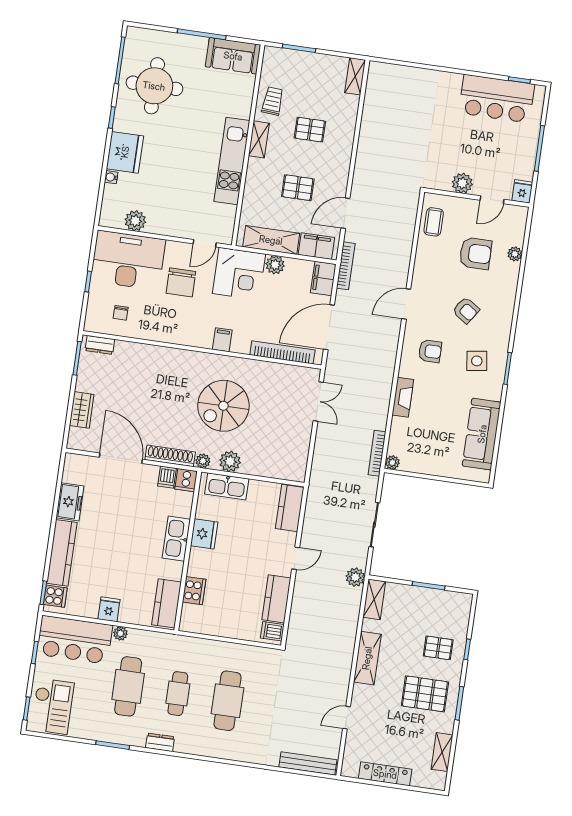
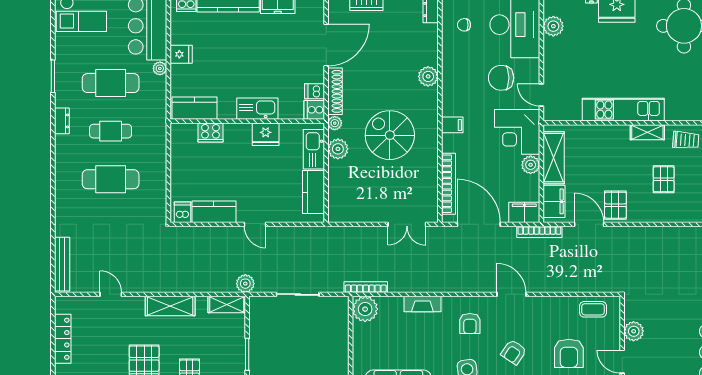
pallet: (298, 188) -> (615, 205), moved
plant: (169, 357) -> (428, 76), added
plant: (392, 462) -> (365, 309), width x1.88, depth x1.88
kitchen counter: (290, 508) -> (313, 192), moved, turned -90

